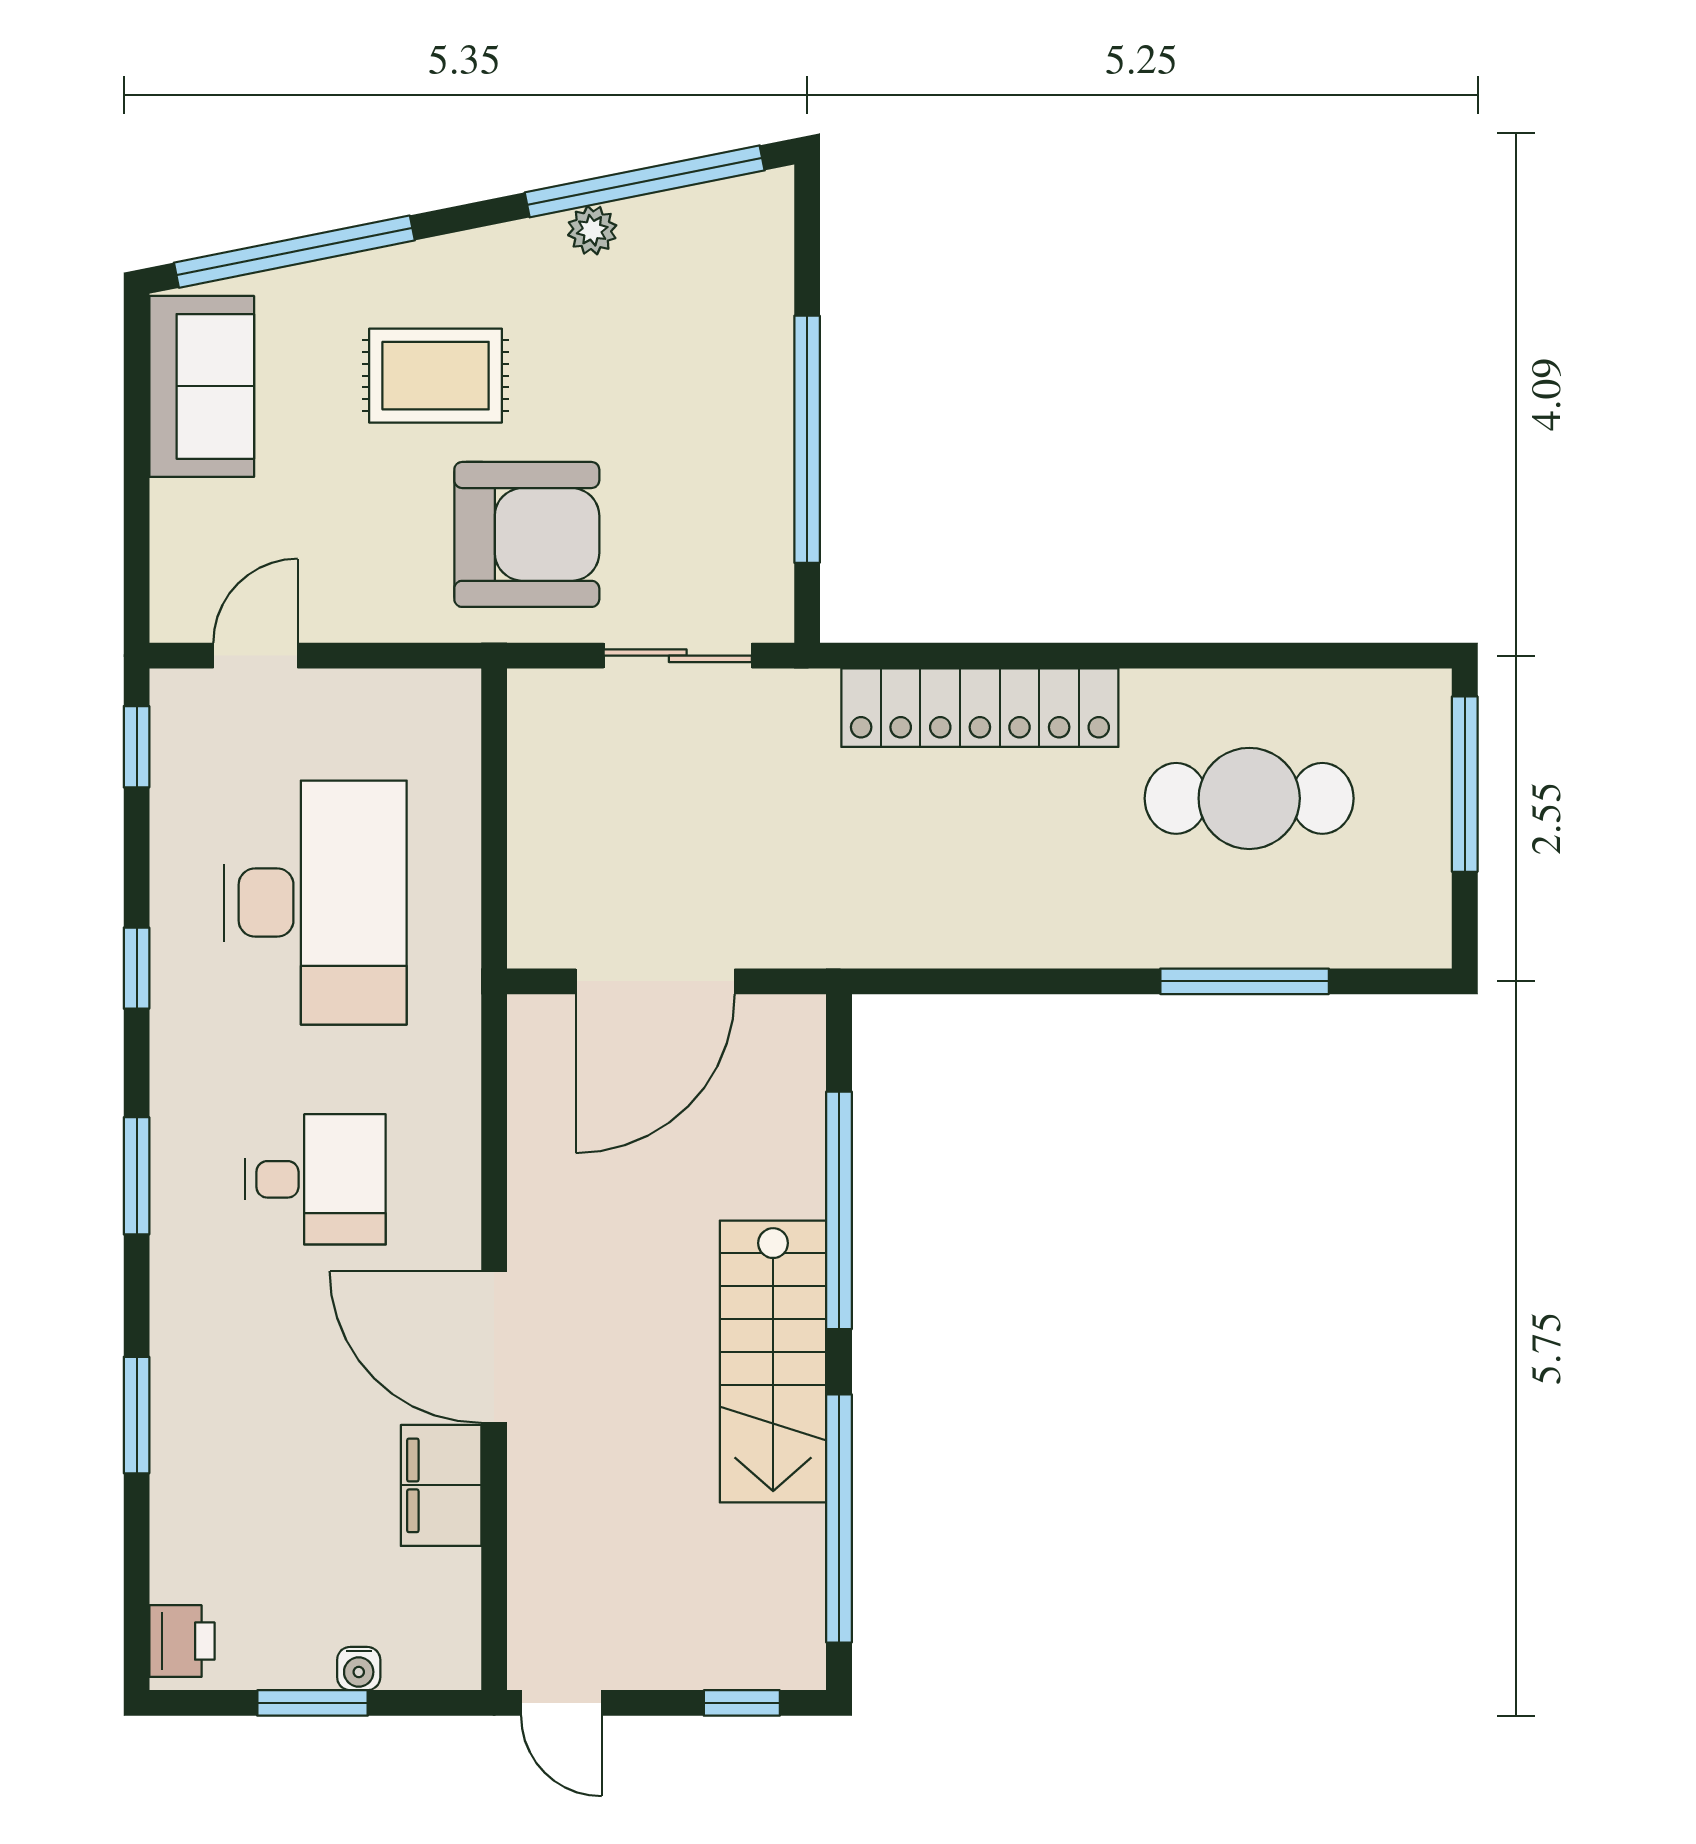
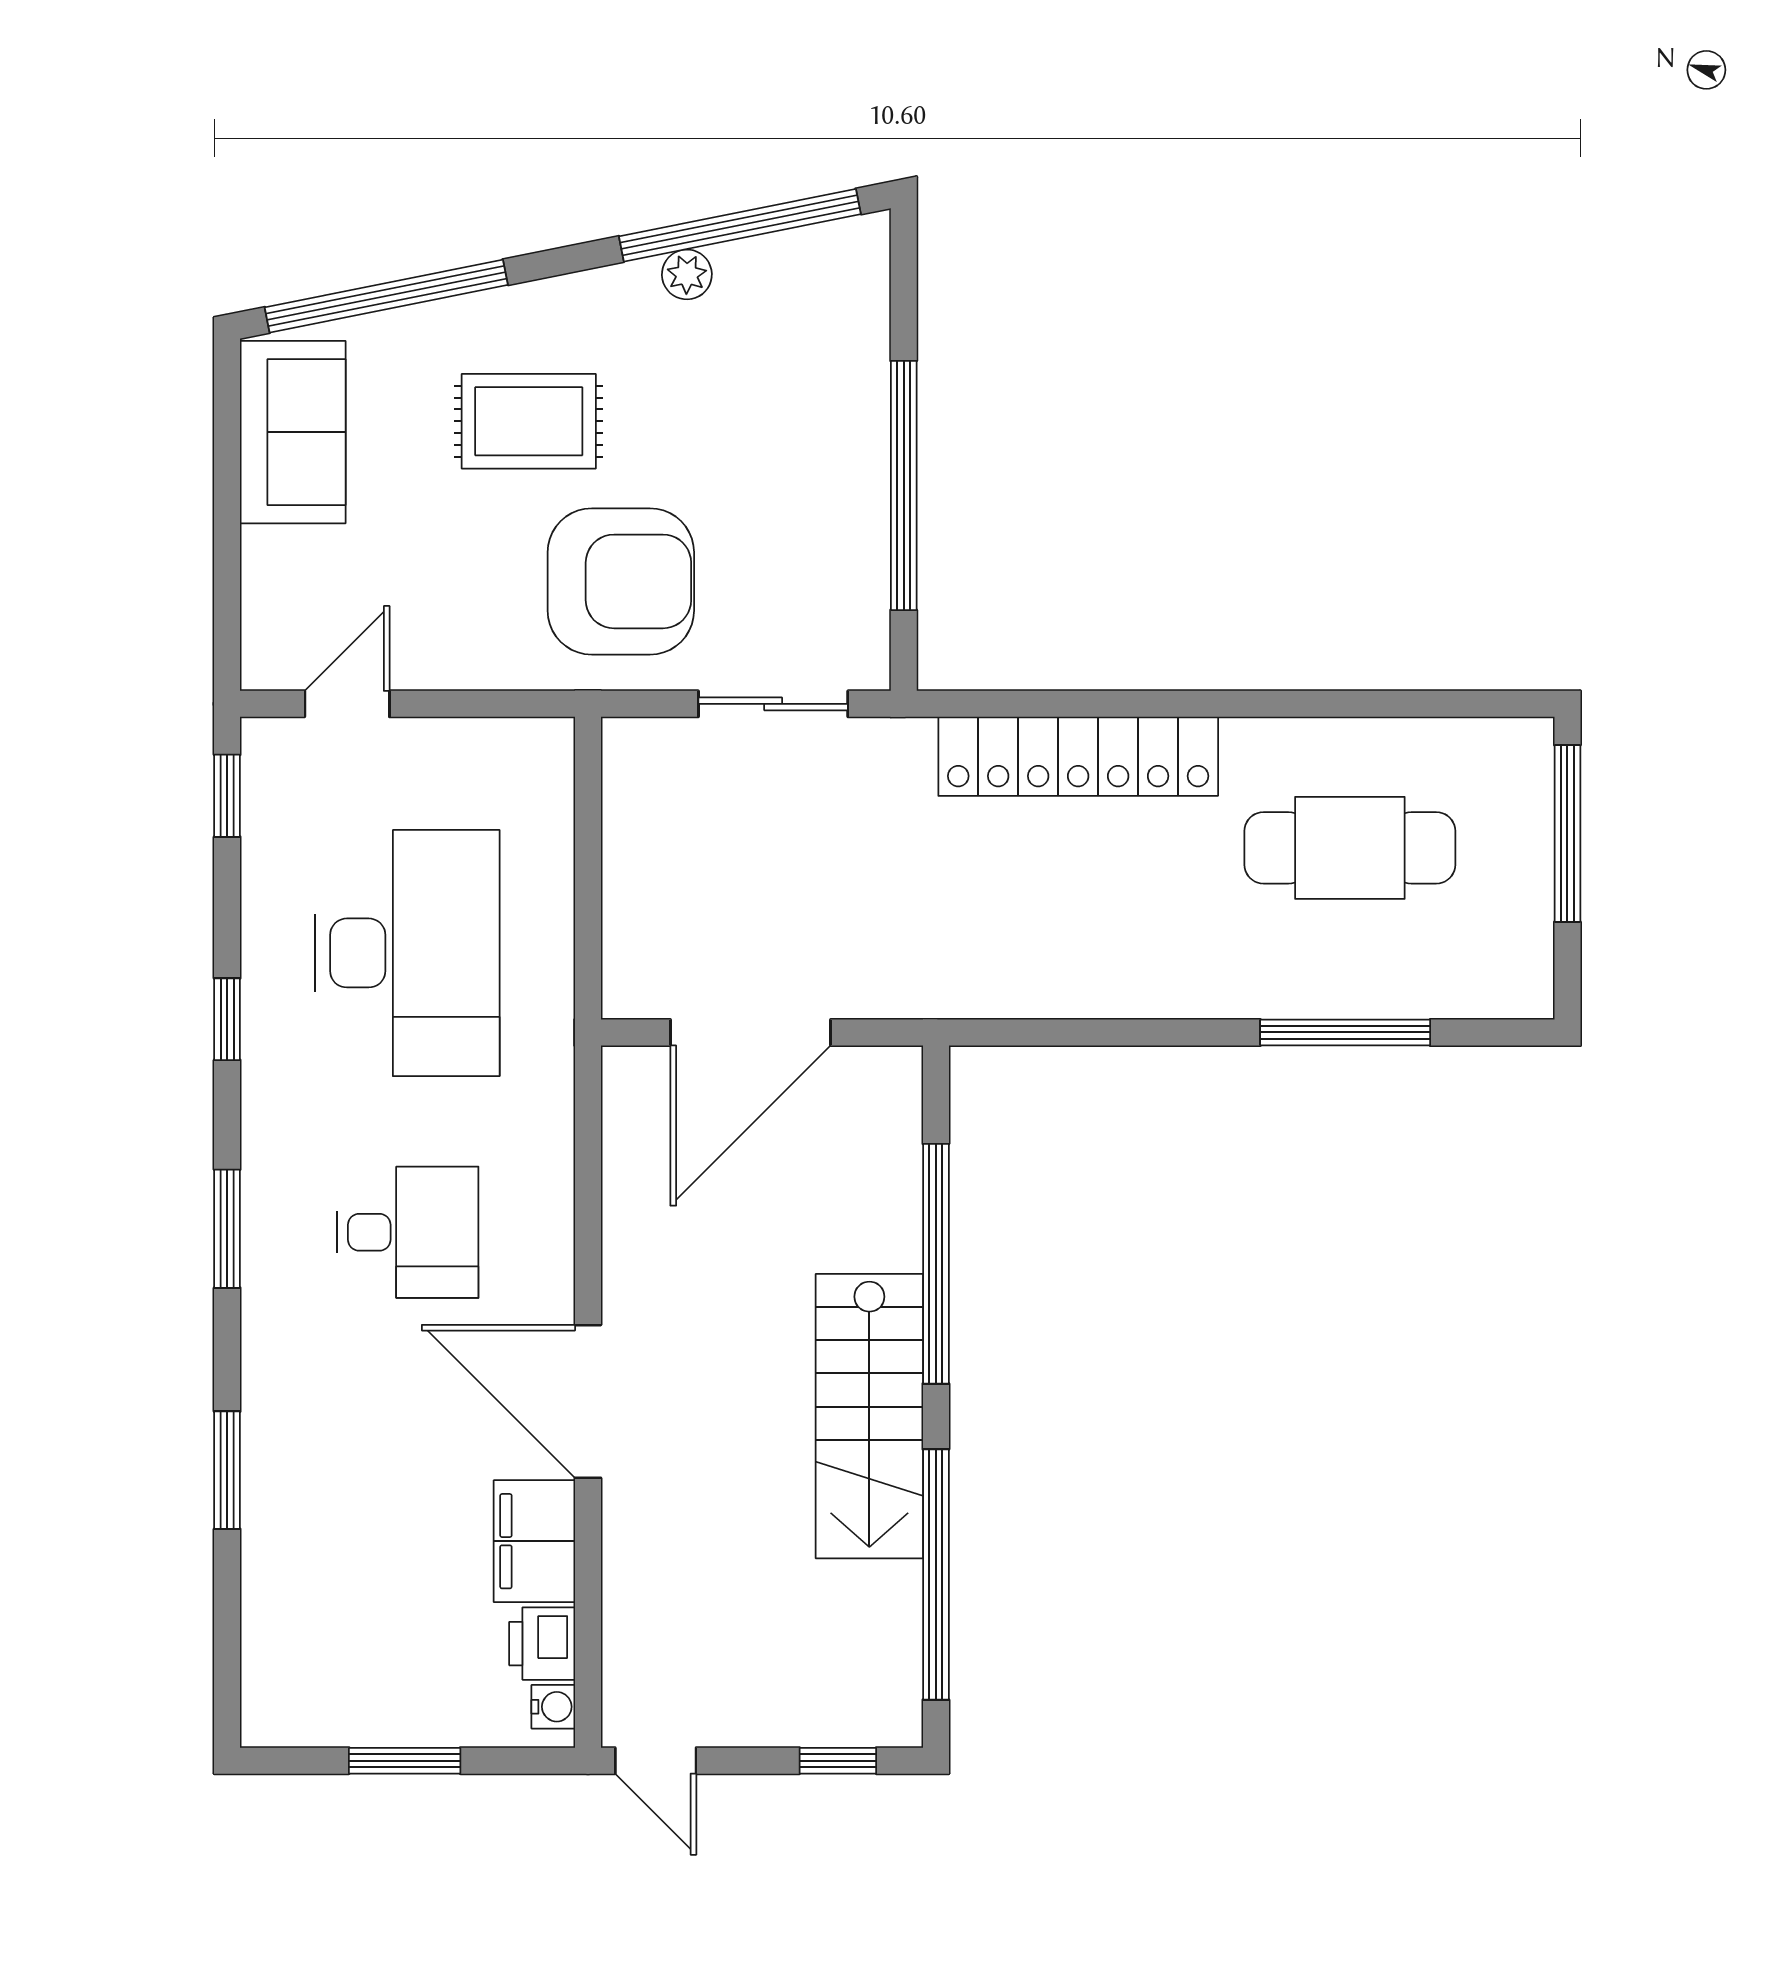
printer: (182, 1641) -> (542, 1644), moved, turned 180
water cooler: (359, 1669) -> (553, 1707), moved, turned -90

